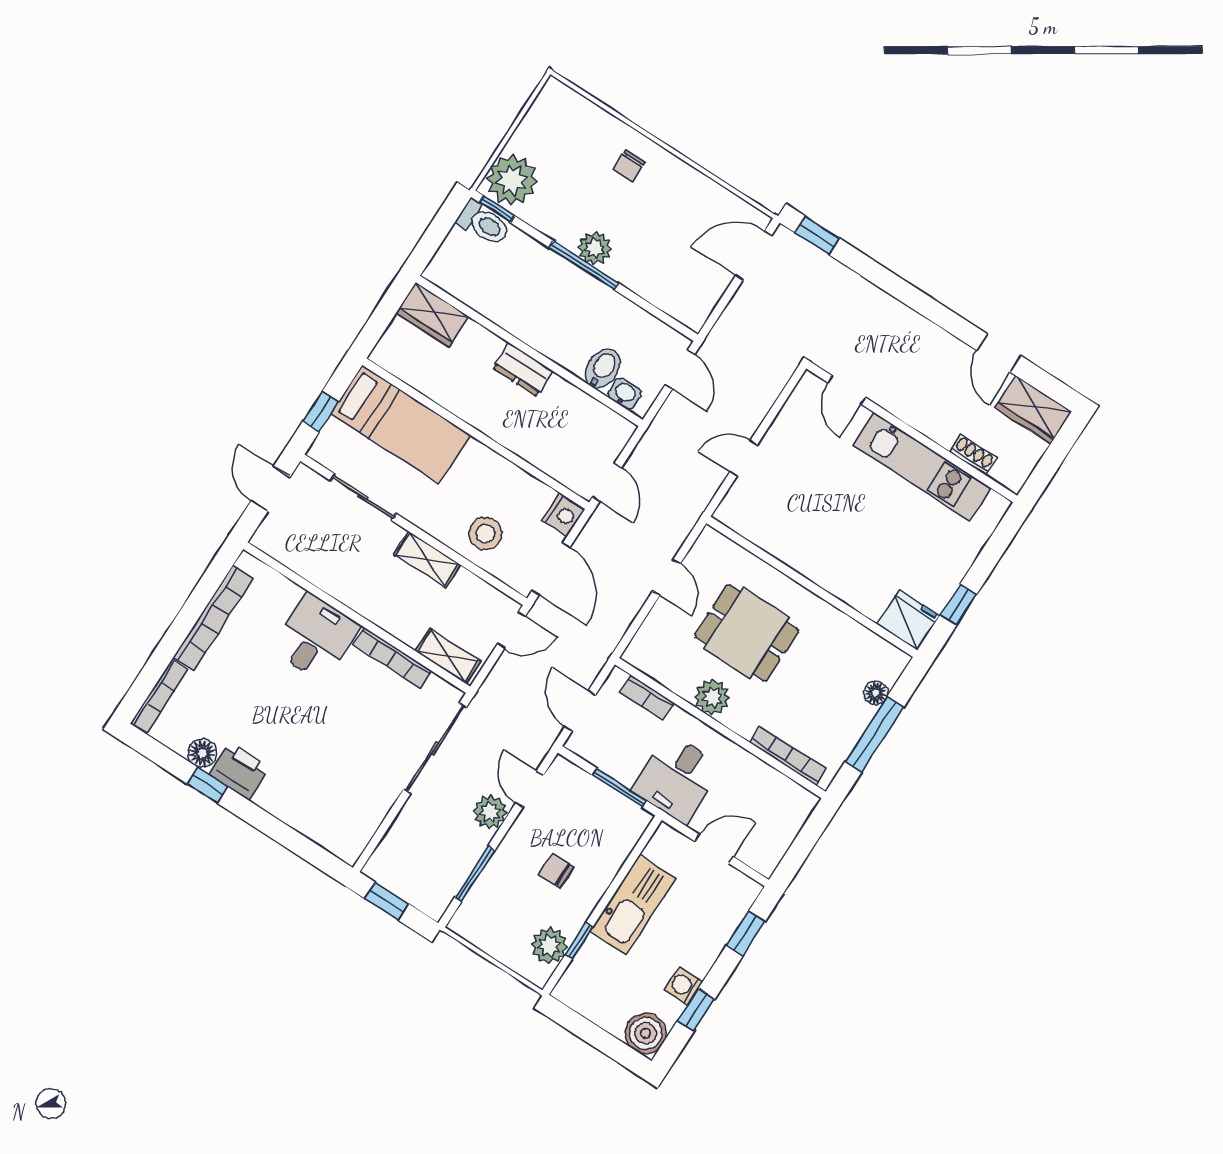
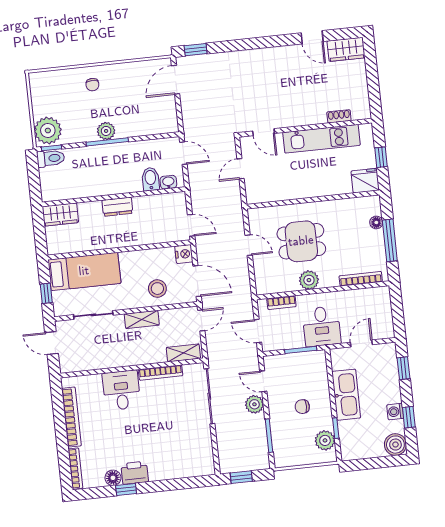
door: (847, 390) -> (264, 132), moved
wall: (912, 432) -> (305, 128), moved
shoe rack: (973, 455) -> (339, 116), moved
kitchen unit: (922, 467) -> (322, 139), moved

